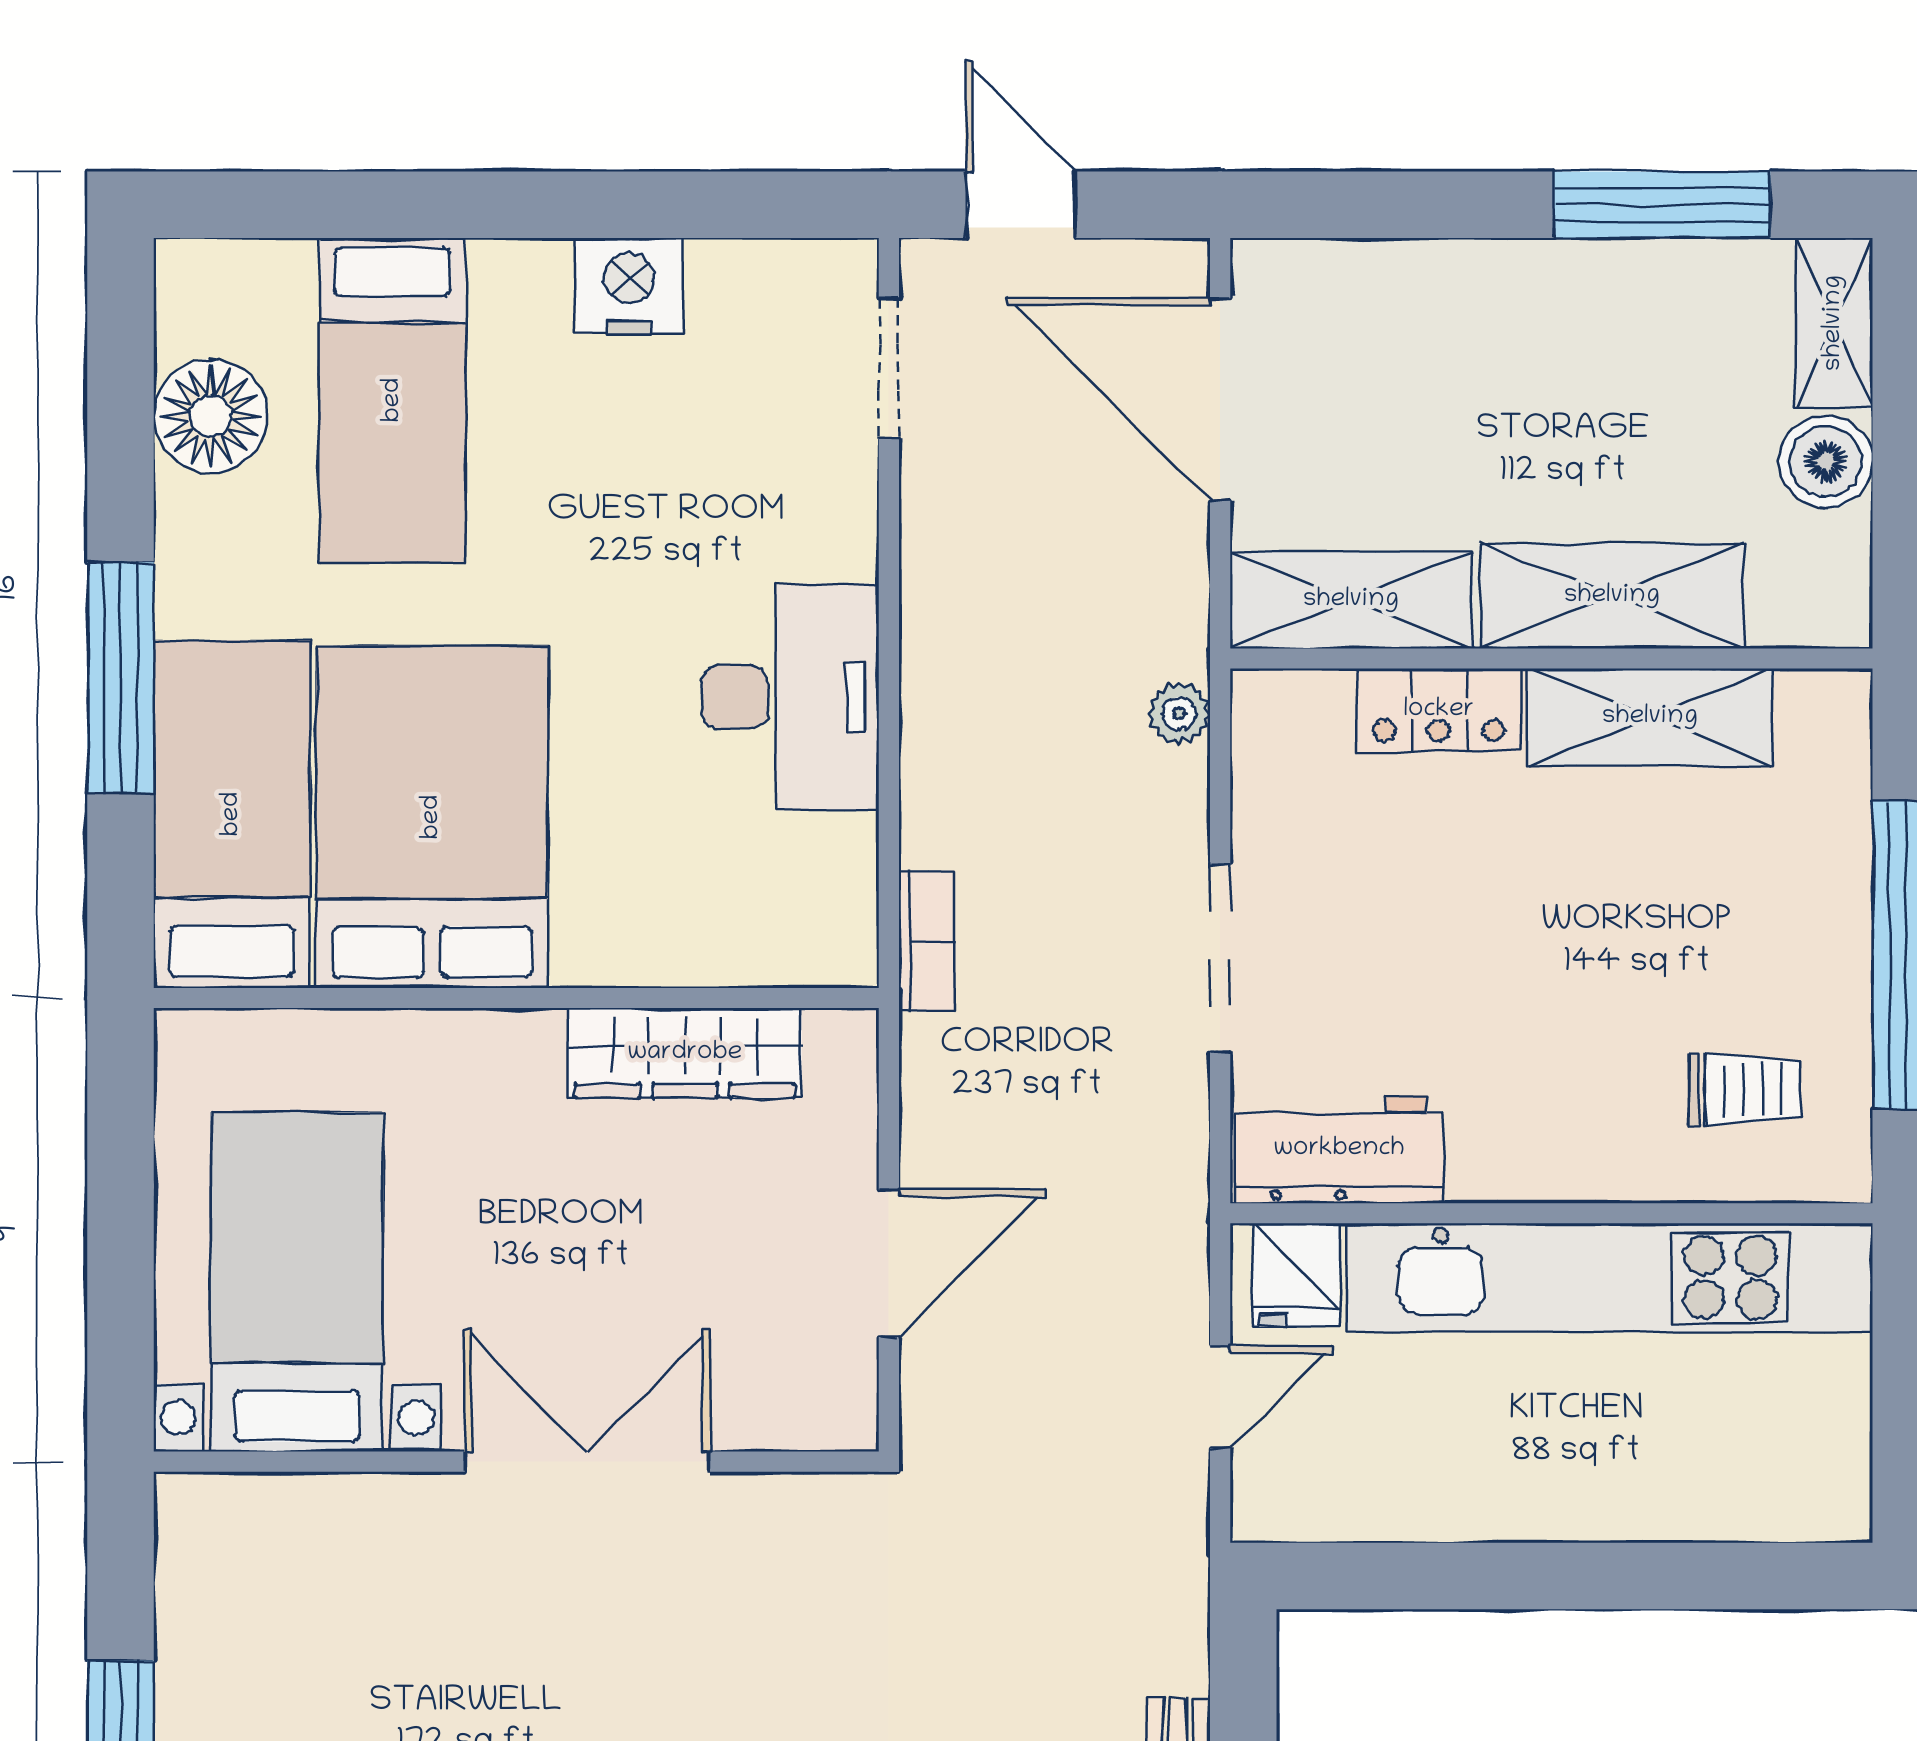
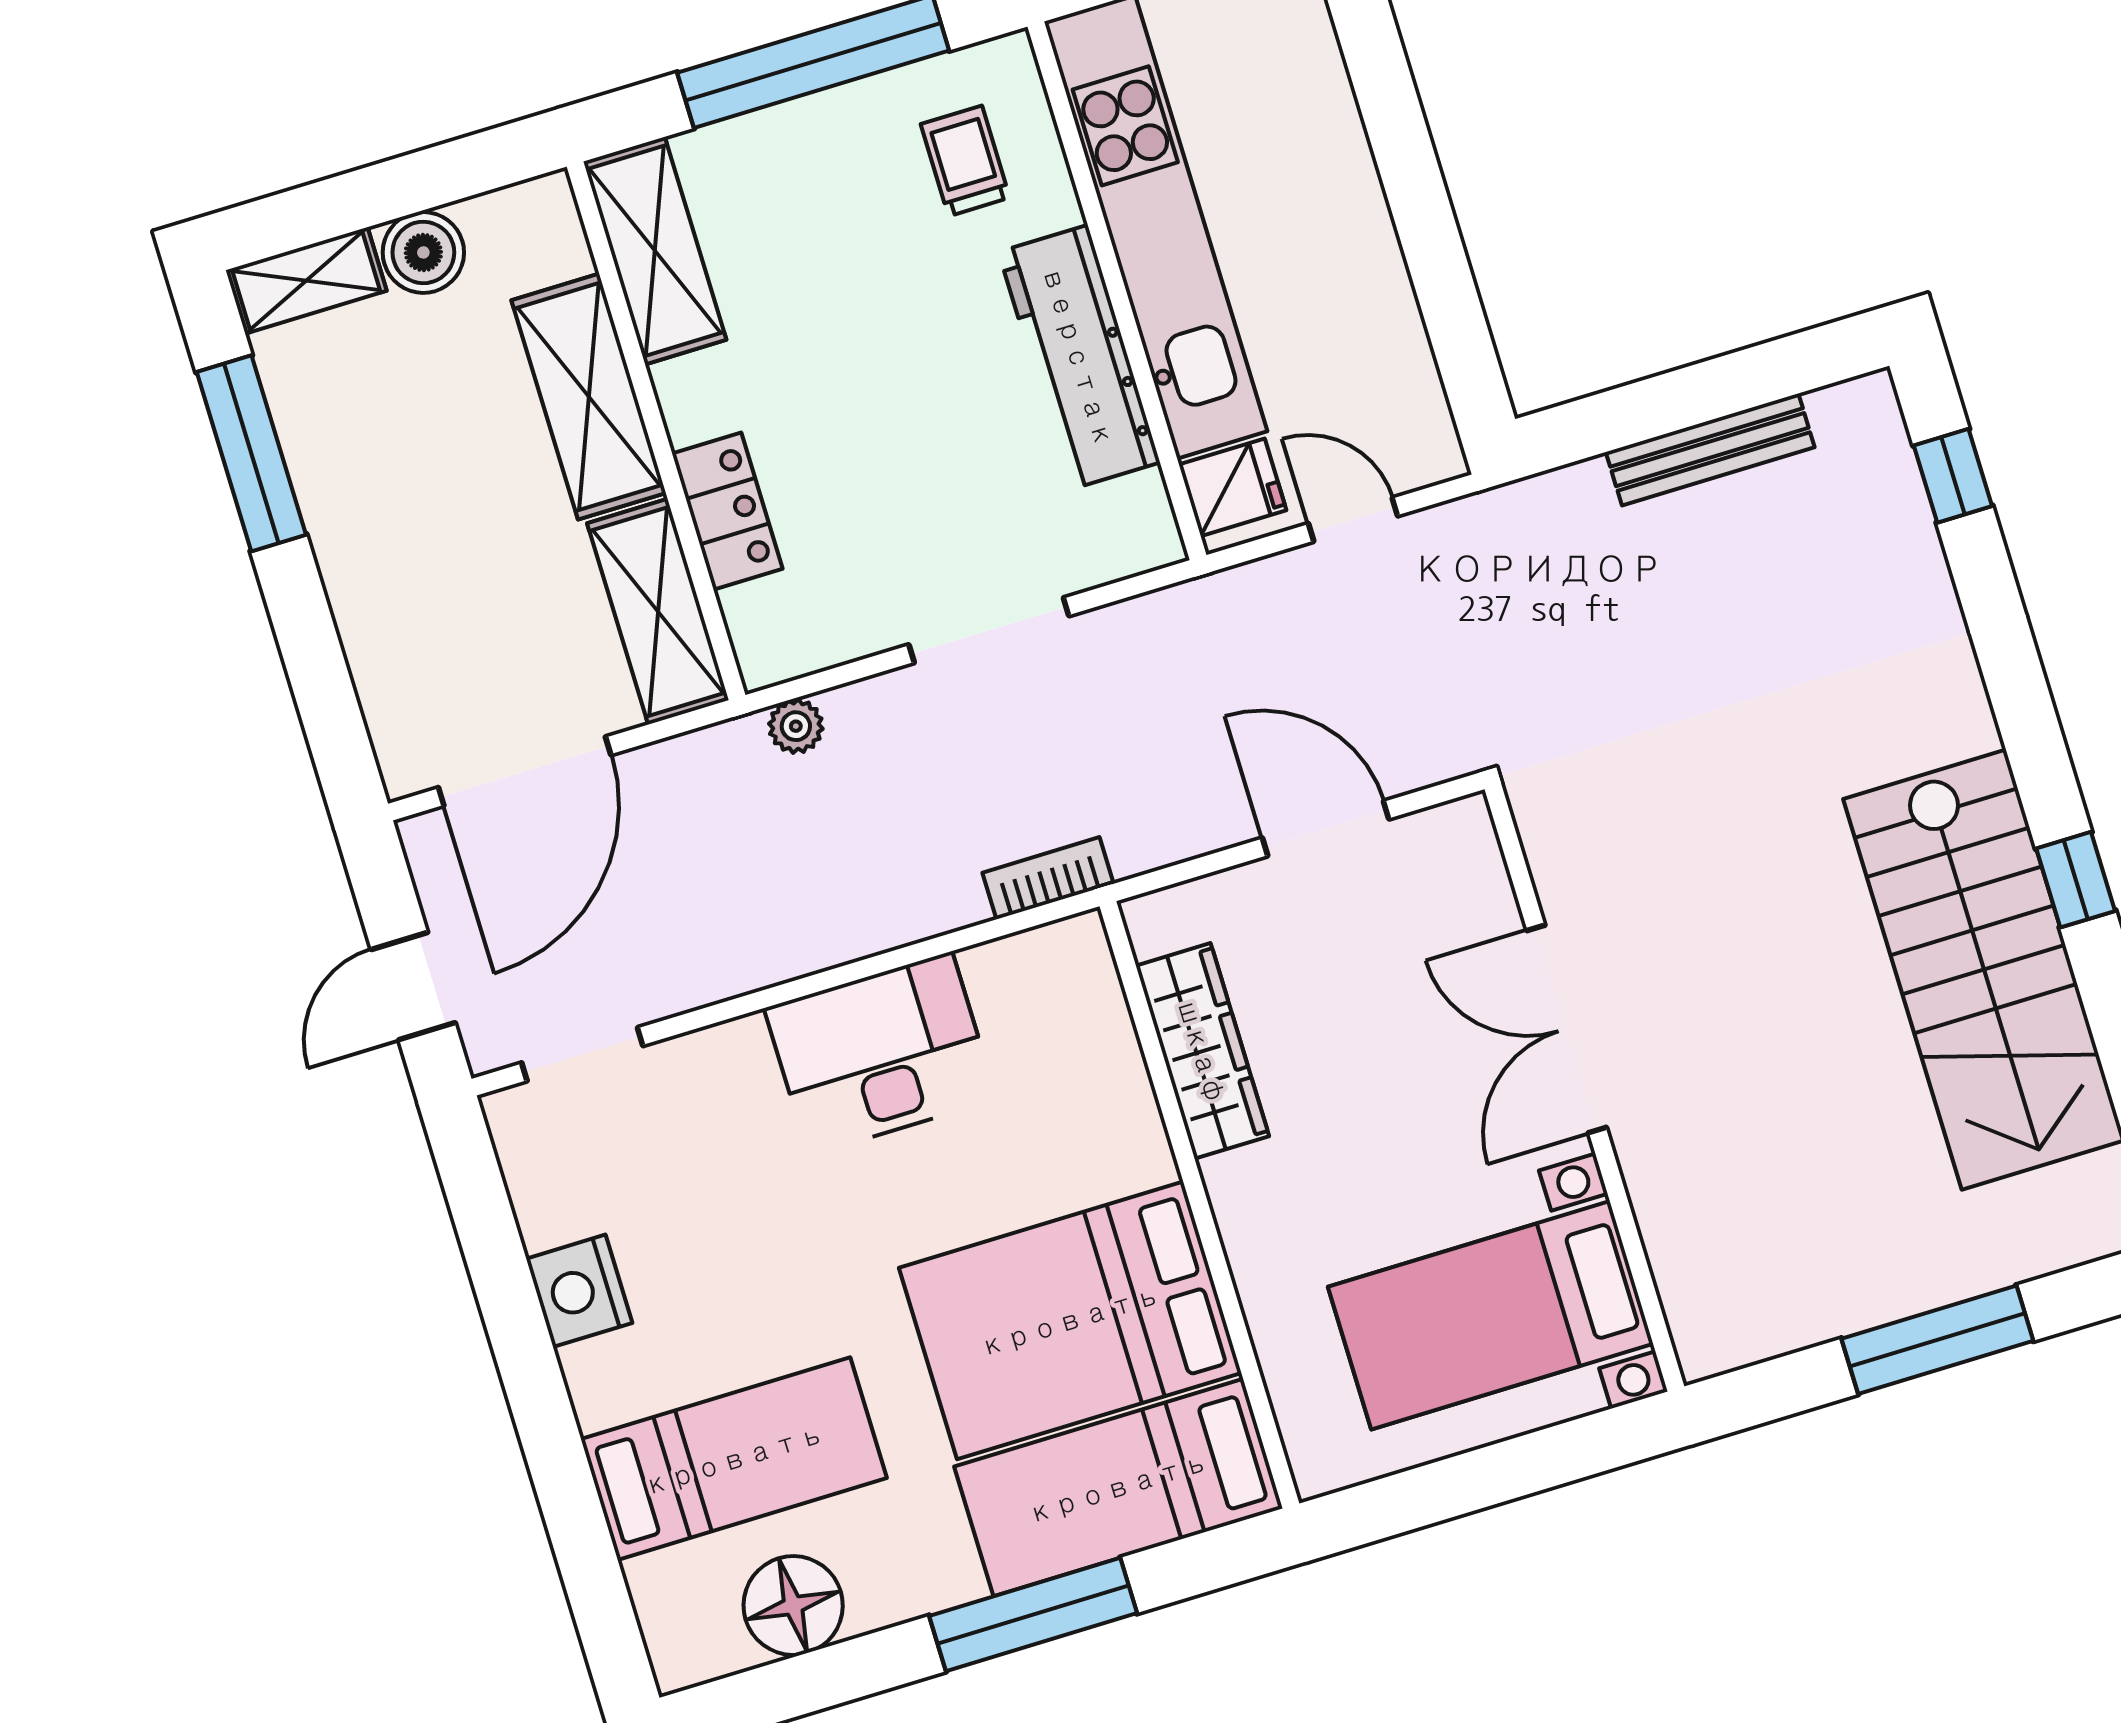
shelving: (1650, 717) -> (655, 251), moved
workbench: (1339, 1149) -> (1079, 357), moved, width x1.37

